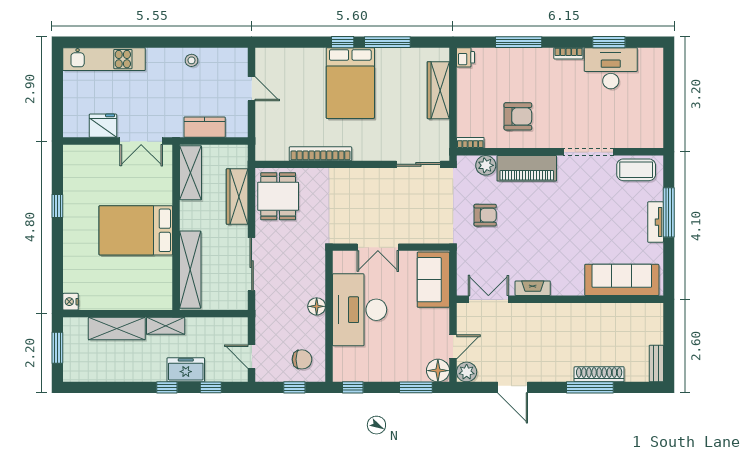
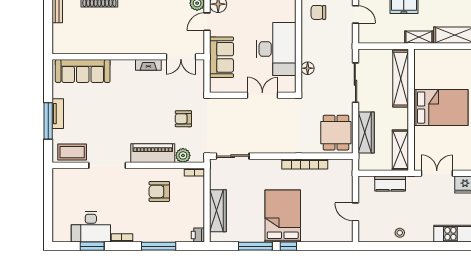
sofa: (433, 280) -> (222, 57), moved
floor lamp: (317, 306) -> (308, 68), moved

